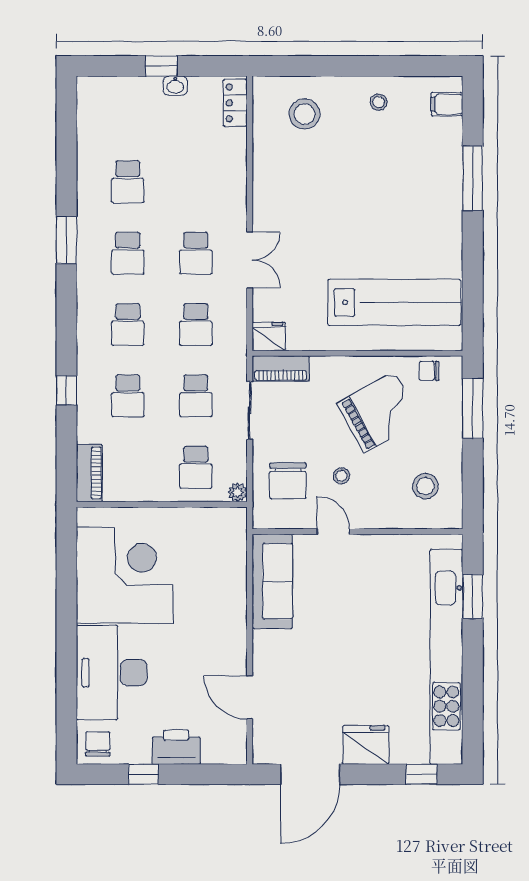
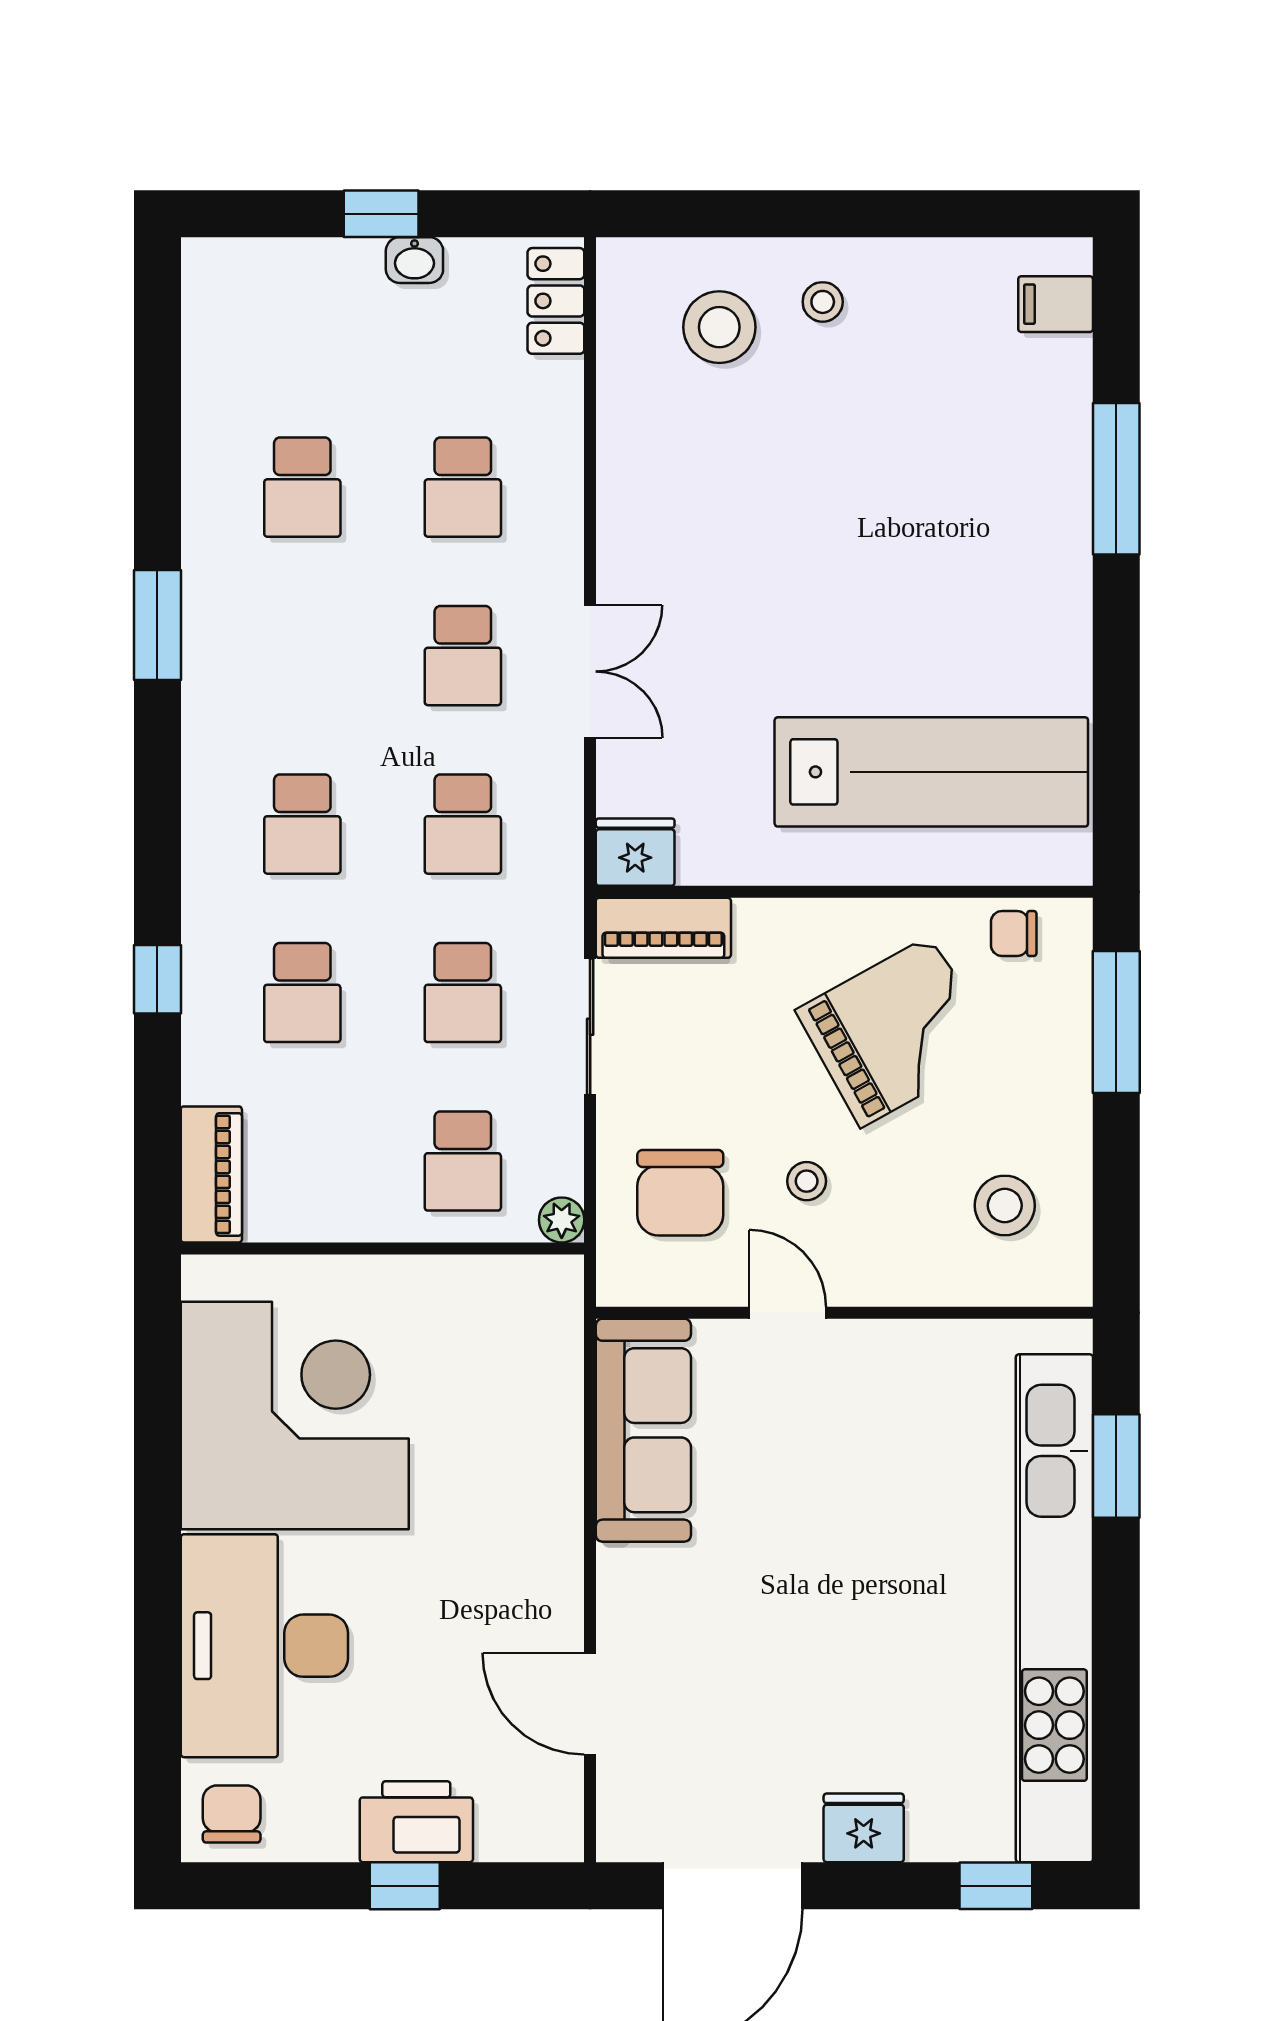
stool: (379, 102) -> (823, 302), moved
school desk: (128, 253) -> (463, 487), moved
fridge: (366, 745) -> (864, 1828), width x0.73, depth x0.75
window: (143, 774) -> (405, 1886), moved

